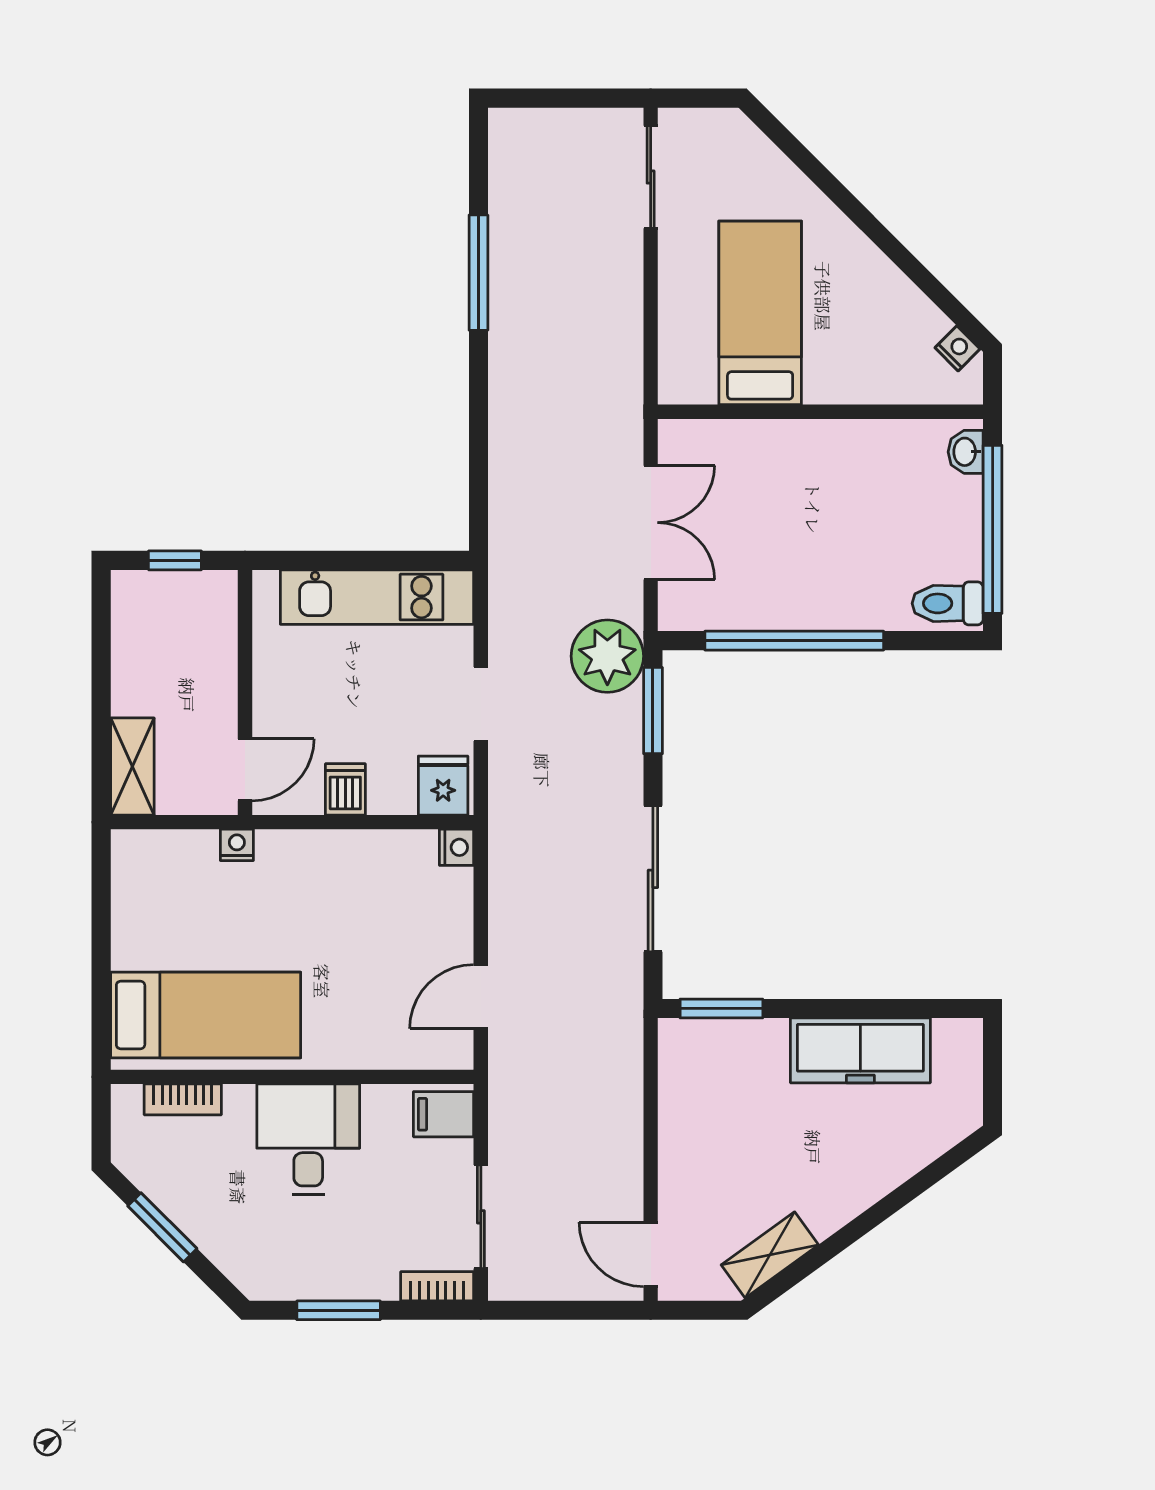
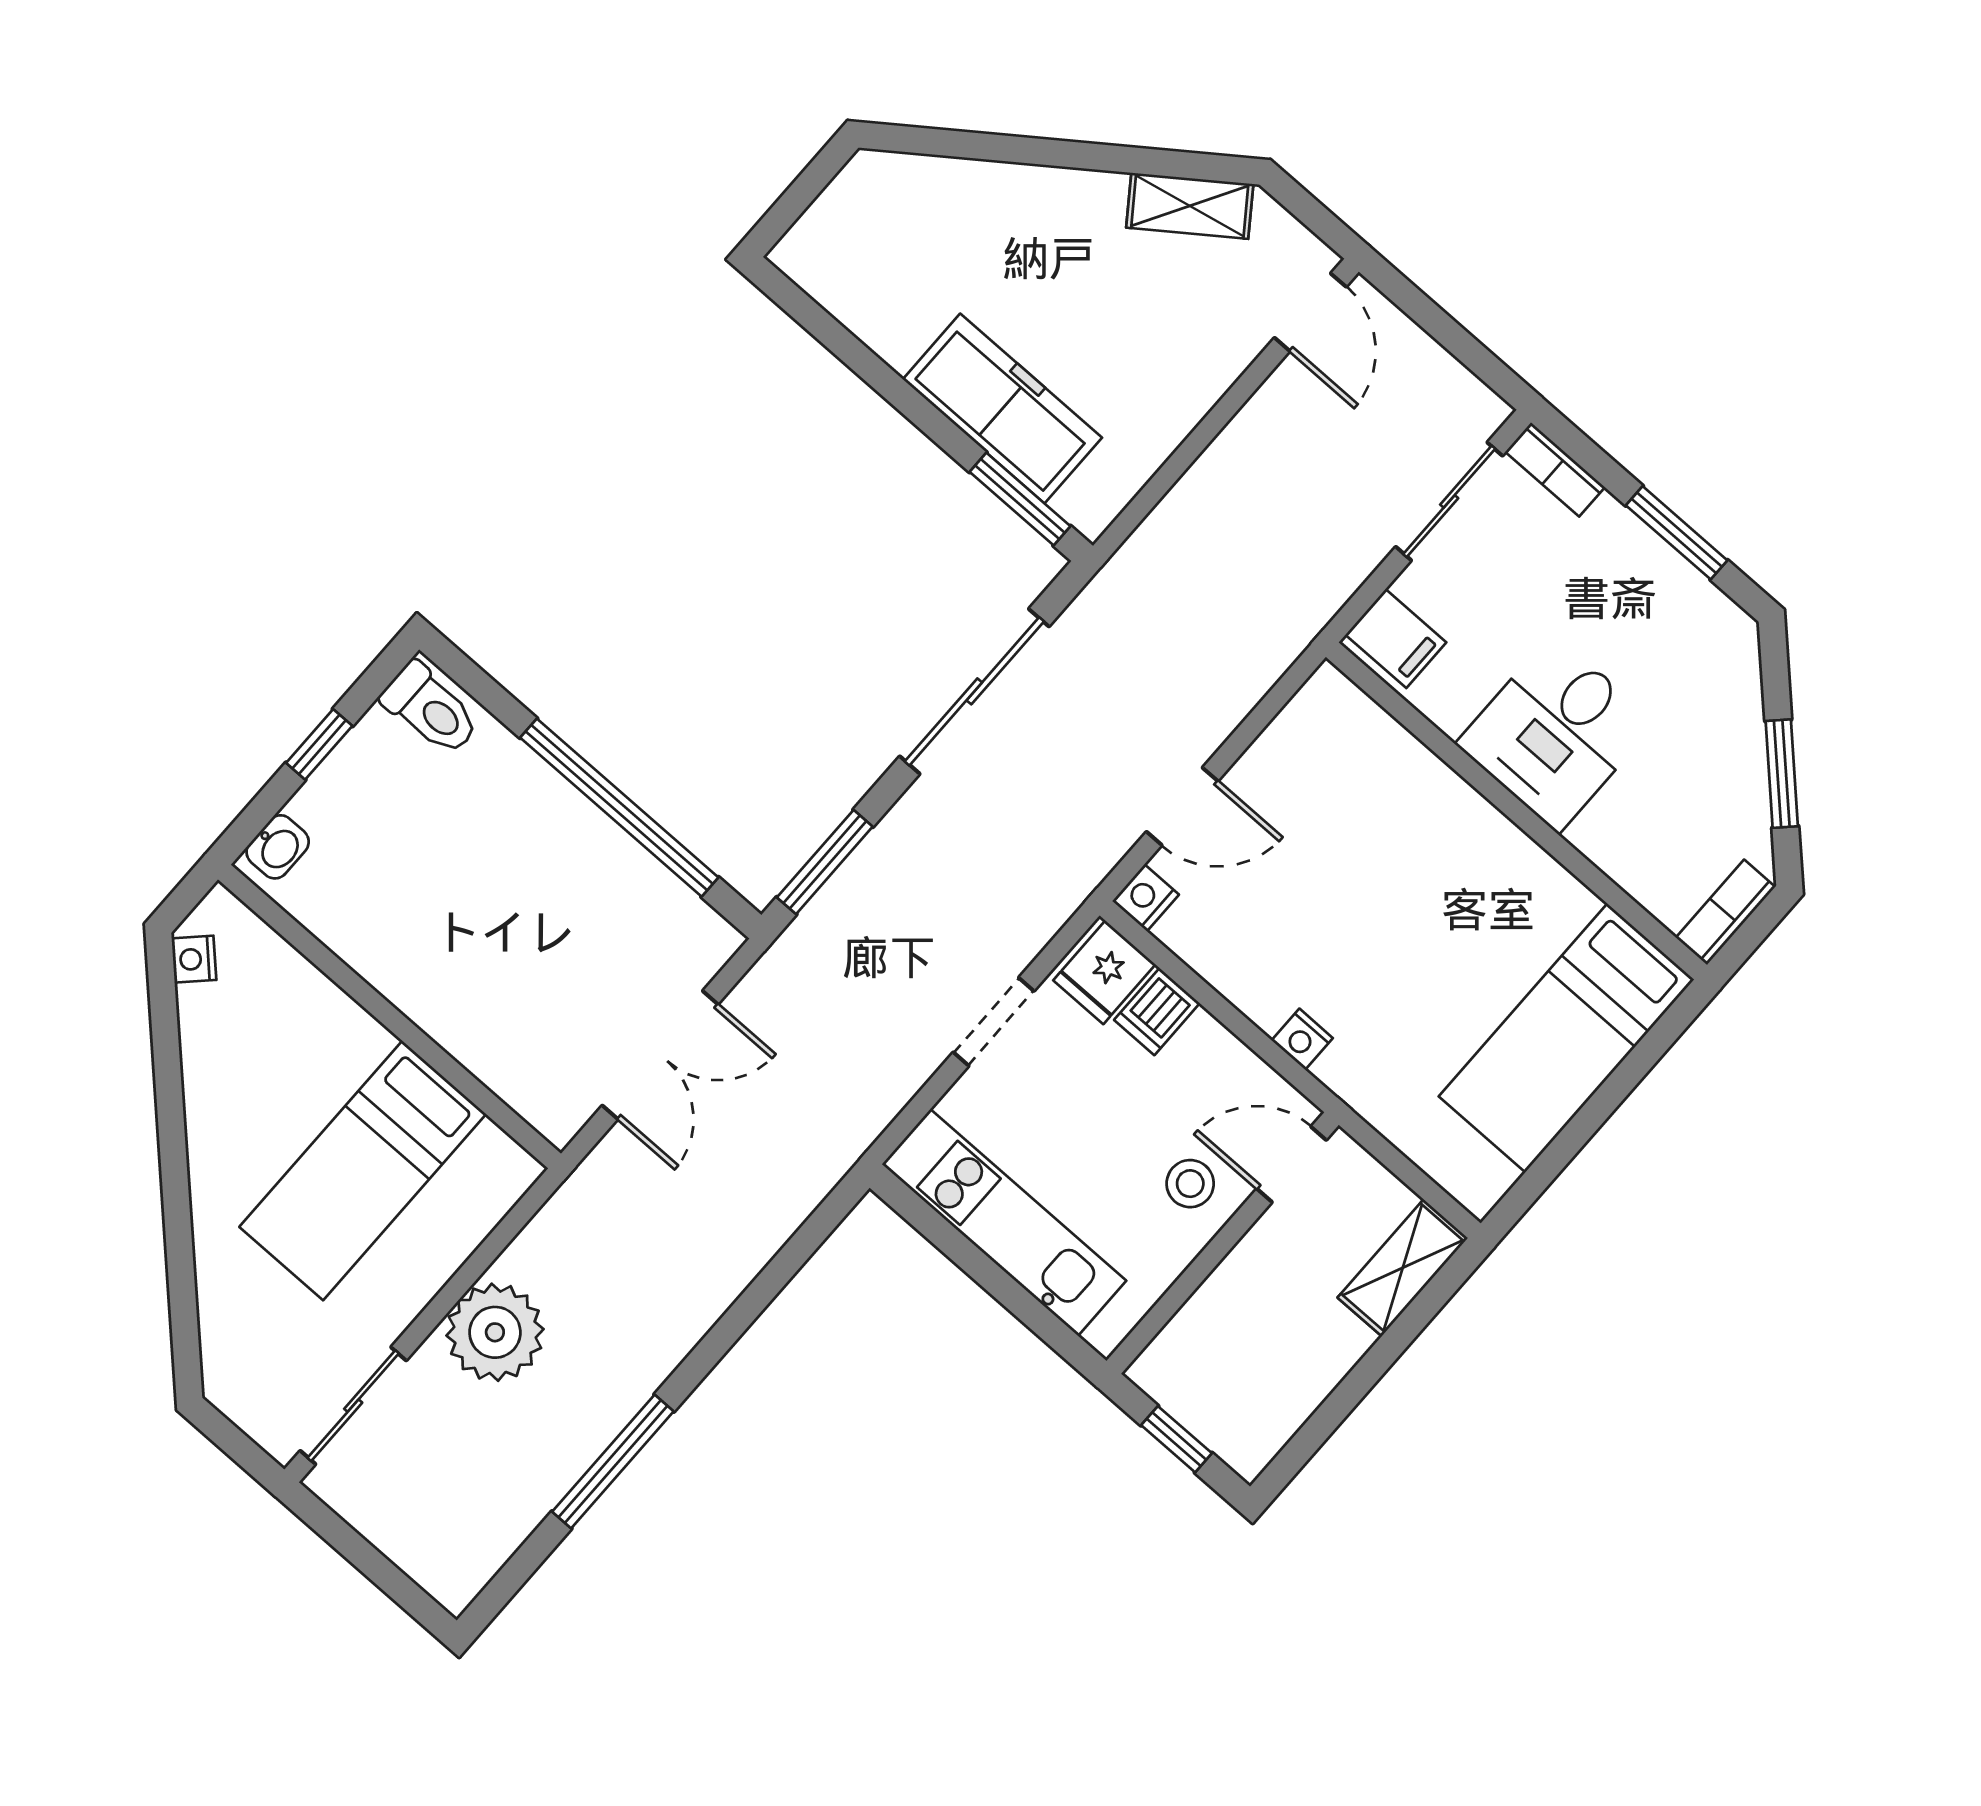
double door: (651, 523) -> (660, 1055), swing flipped
window: (993, 529) -> (319, 744), width x0.32
plant: (607, 656) -> (495, 1332), moved
stool: (292, 710) -> (1190, 1184), added
dishwasher: (345, 789) -> (1157, 1012), moved
nightstand: (237, 845) -> (1302, 1039), moved
door: (481, 997) -> (1182, 806), moved
bed: (206, 1015) -> (1566, 1038), moved, turned -90
freezer: (860, 1050) -> (1002, 408), moved
bookcase: (183, 1099) -> (1726, 912), moved, turned -90

